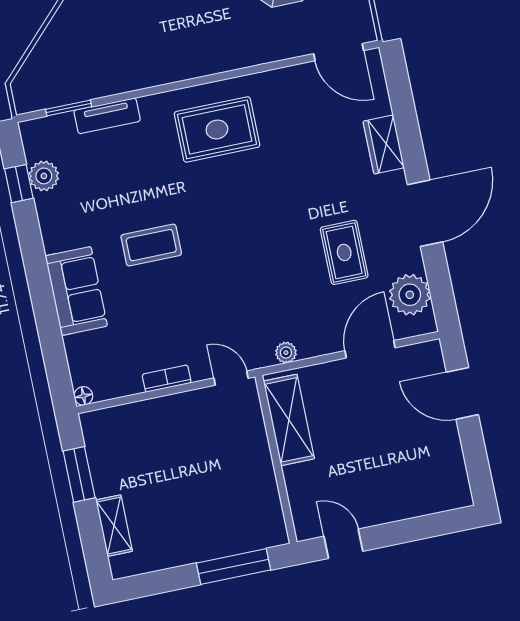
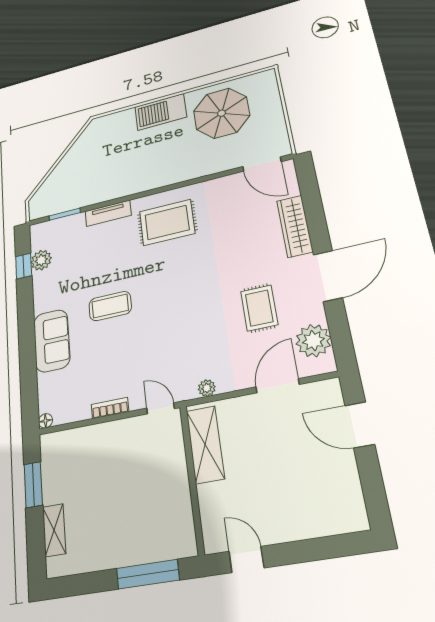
tv unit: (107, 116) -> (108, 213), moved
wardrobe: (384, 144) -> (295, 226), width x1.50

